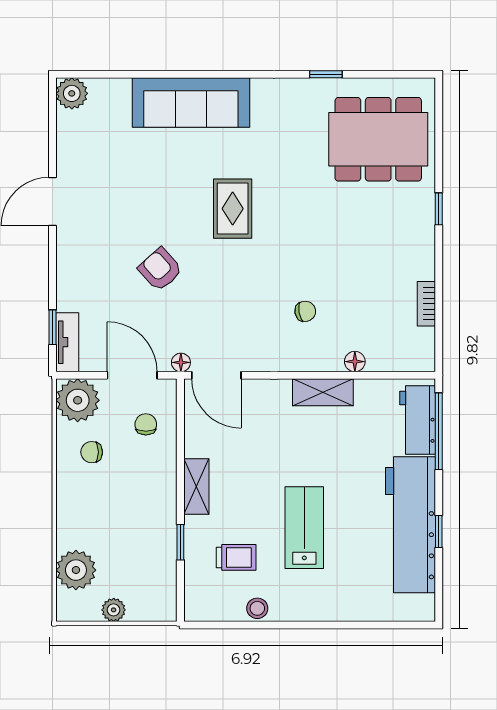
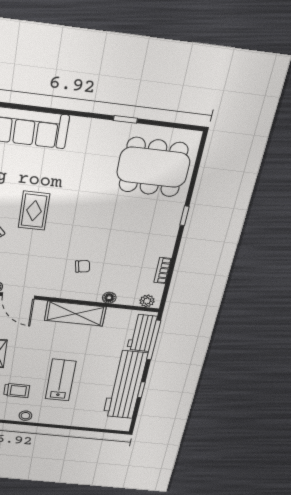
rug: (233, 209) -> (34, 211), moved
plant: (414, 360) -> (147, 301), added
shelving: (323, 392) -> (75, 314), width x1.50, depth x1.33

